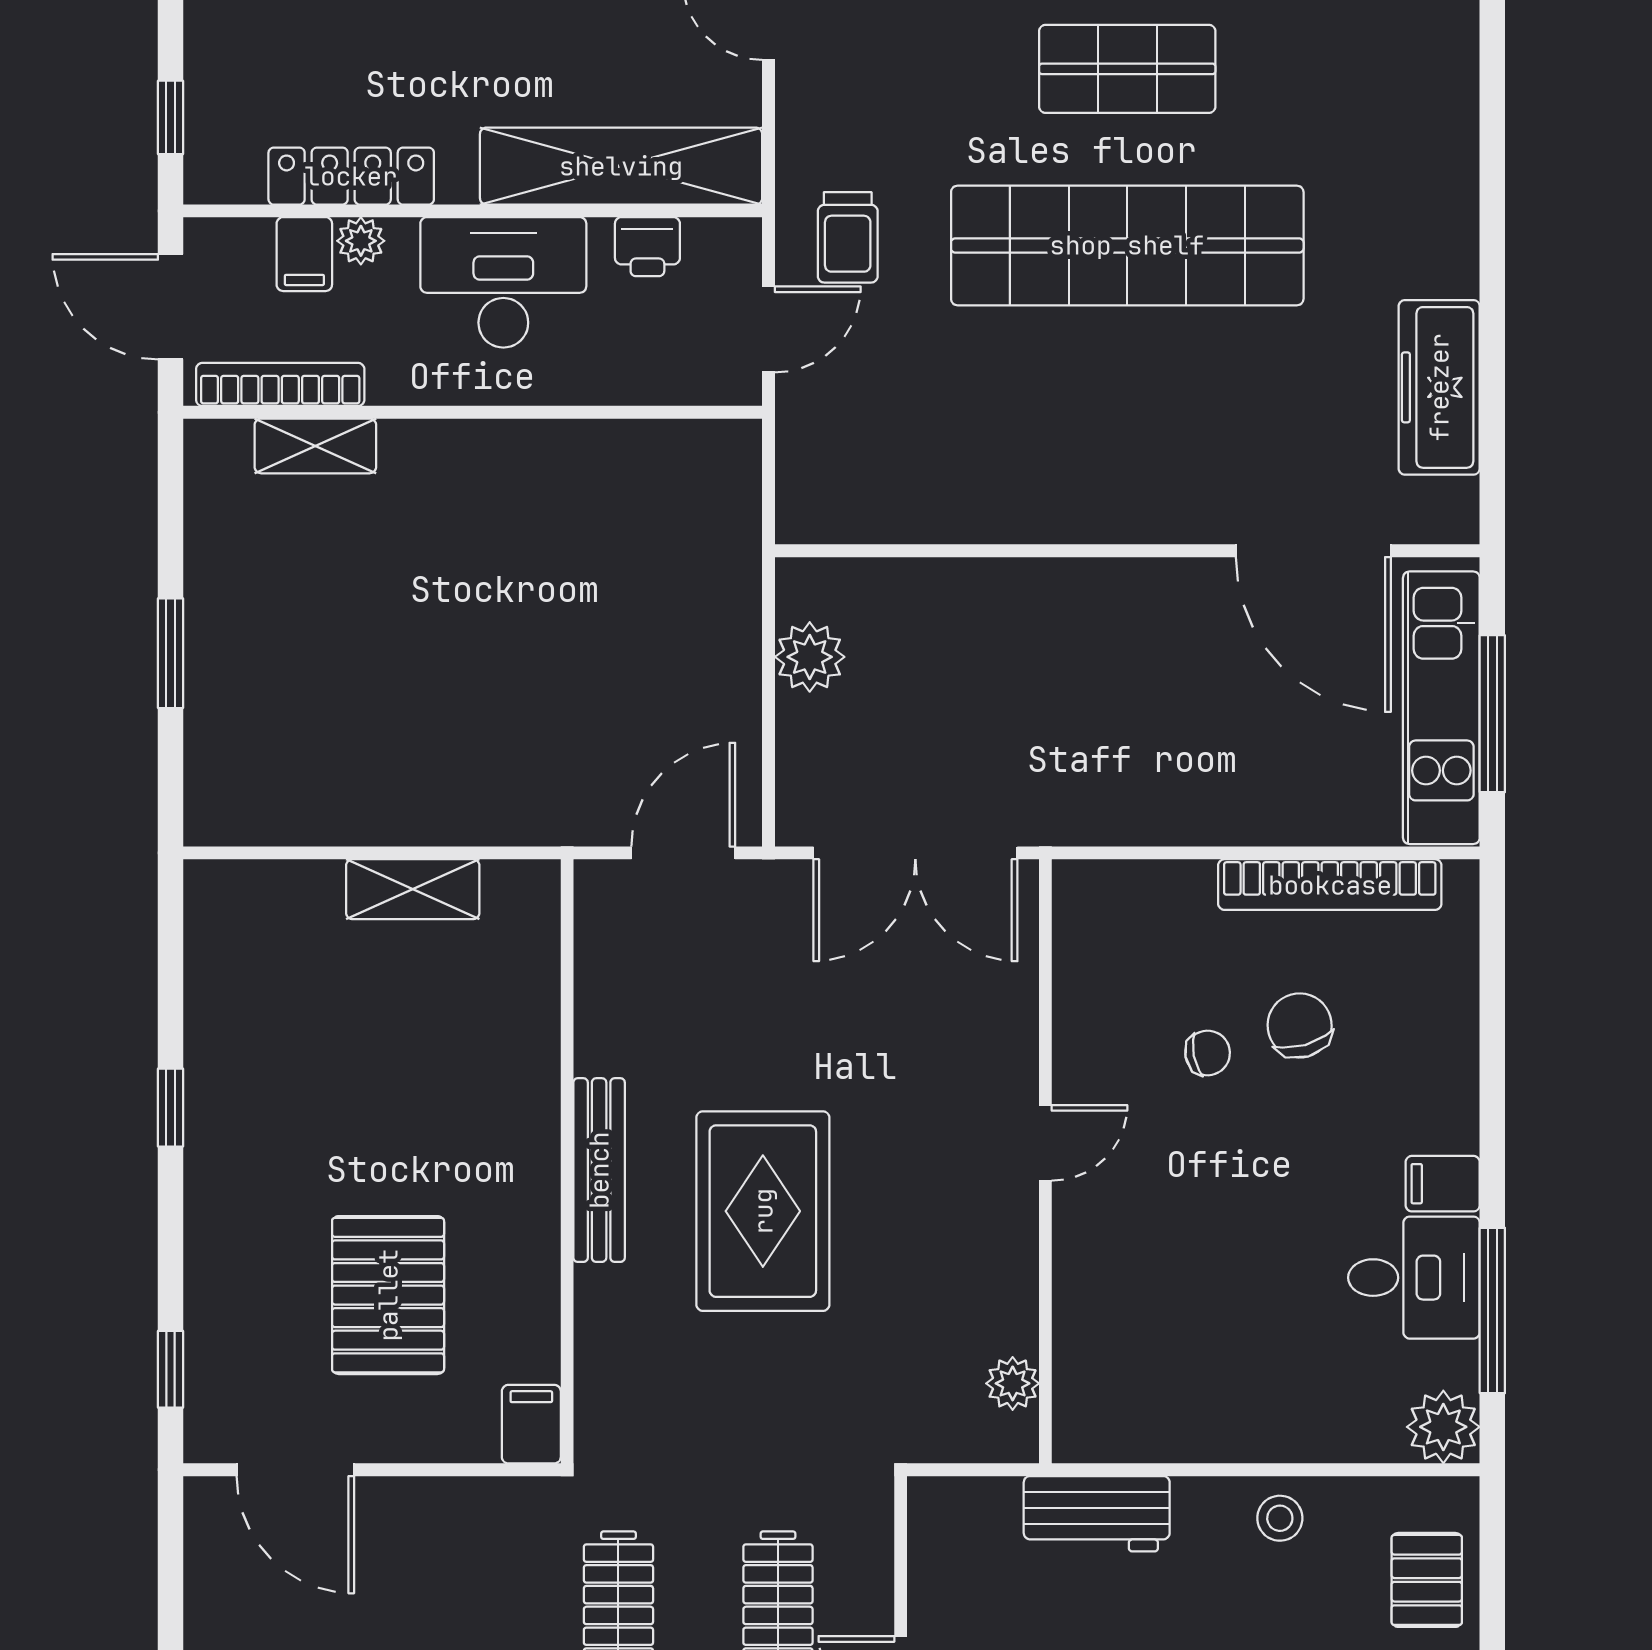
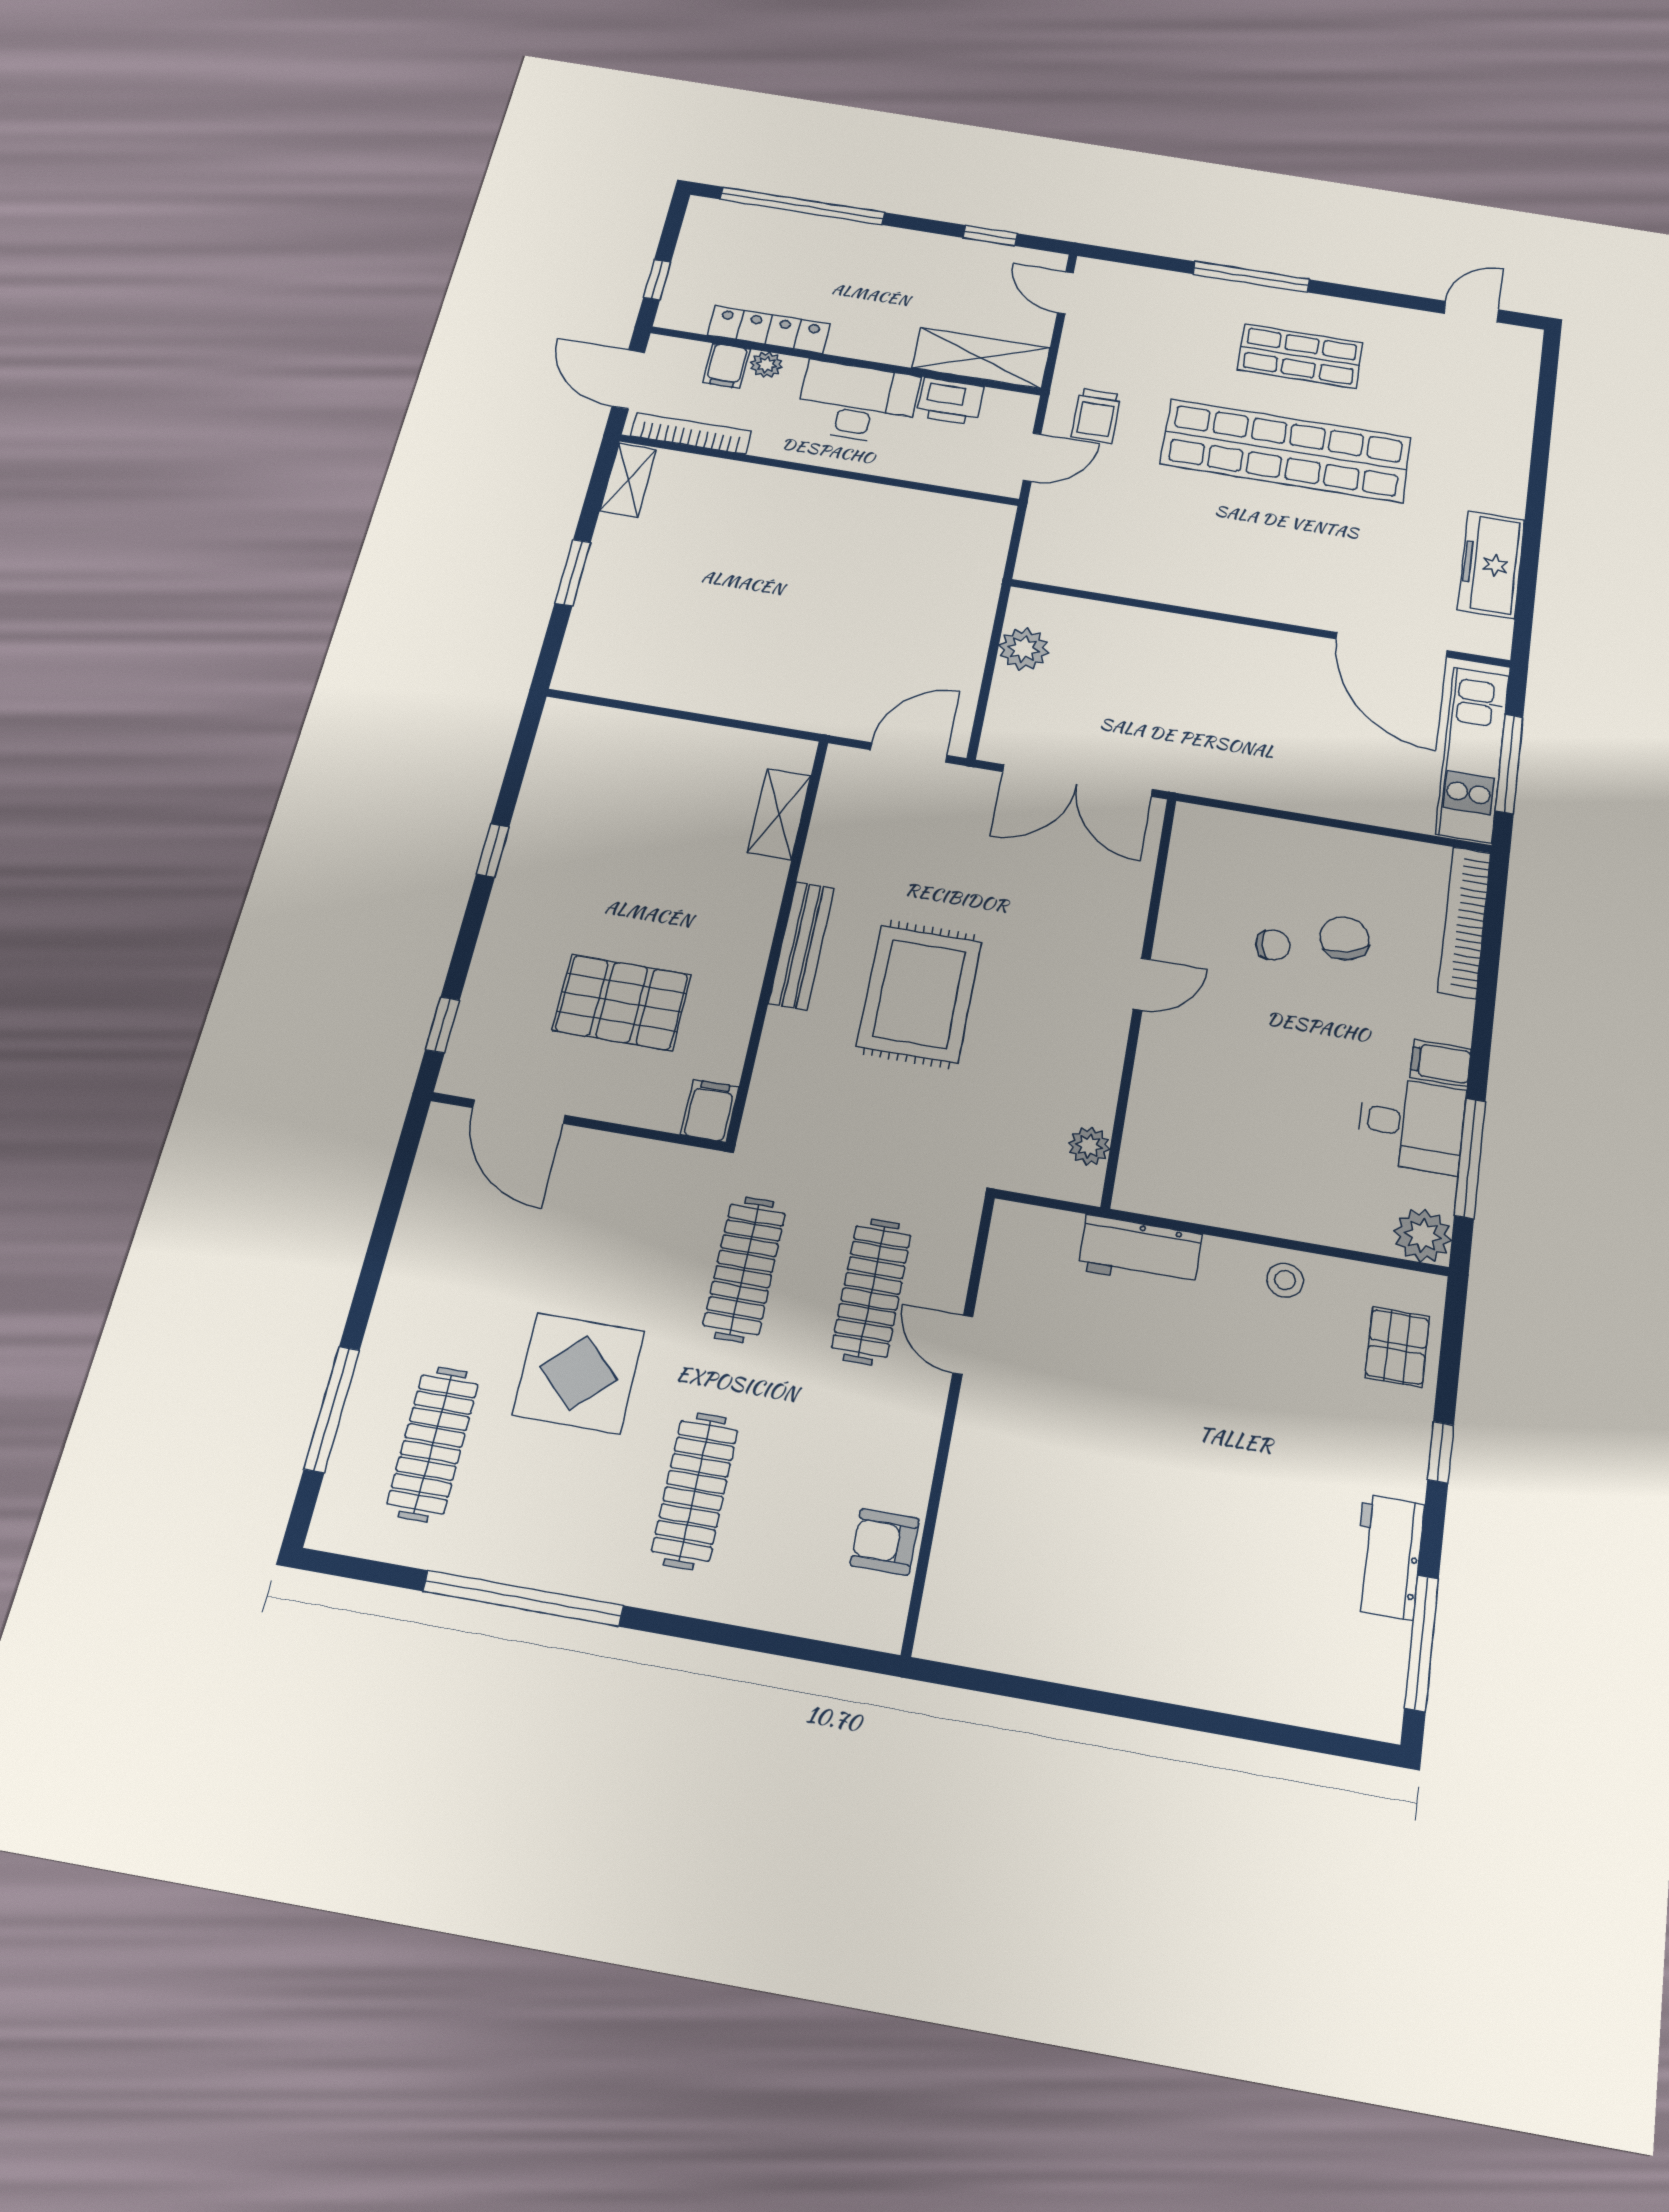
shelving: (621, 166) -> (981, 358), width x0.68
printer: (647, 247) -> (950, 401), width x1.36, depth x1.24
shelving: (315, 446) -> (628, 480), moved, turned 90
bookcase: (1330, 885) -> (1465, 922), moved, turned 90
shelving: (413, 889) -> (779, 814), moved, turned 90
pallet: (388, 1295) -> (622, 1002), turned 90

